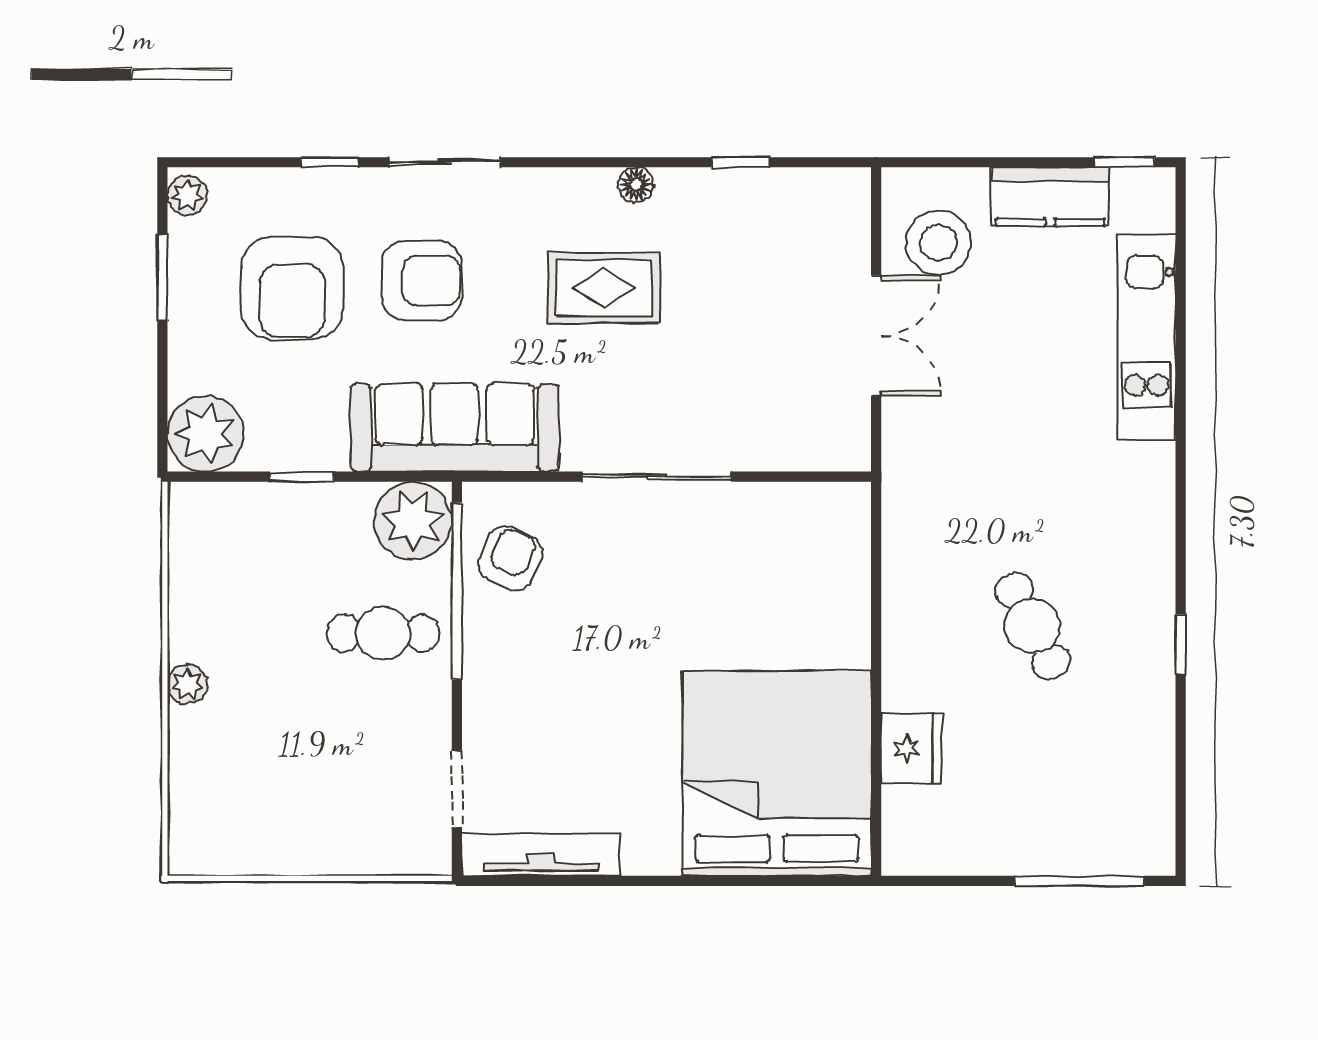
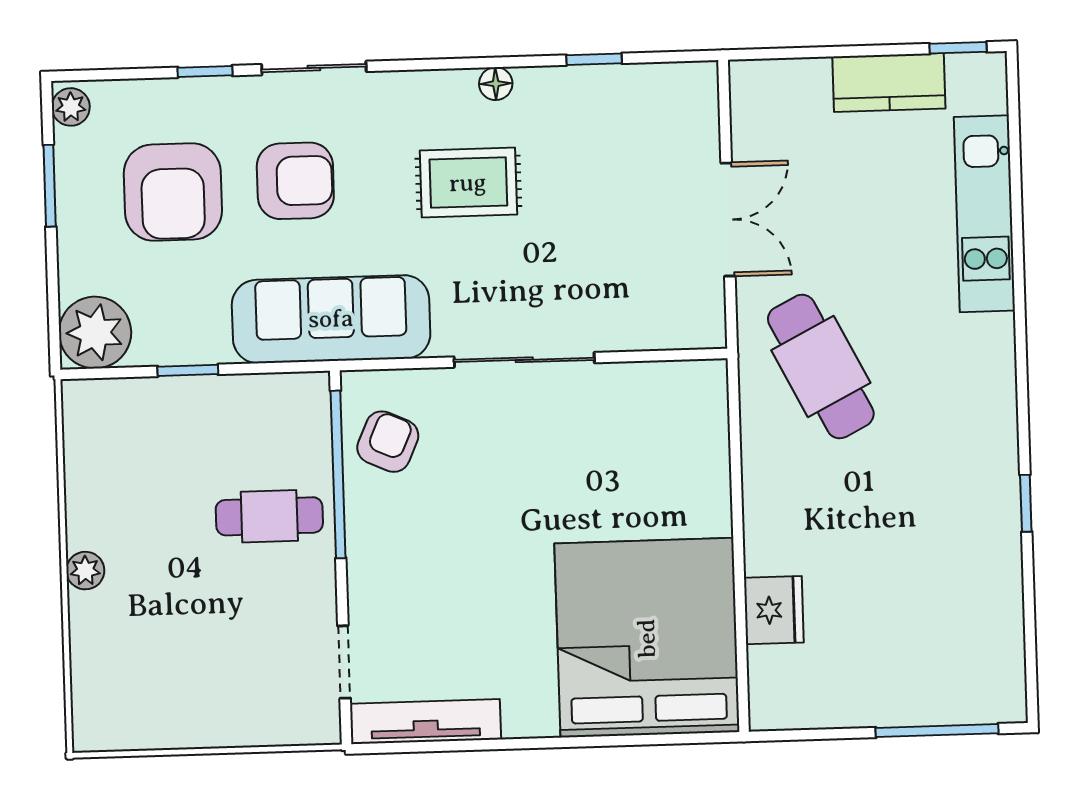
stool: (938, 243) -> (784, 130), removed
plant: (413, 521) -> (294, 409), removed
cafe table: (1033, 626) -> (821, 367), moved, width x1.37, depth x1.35

